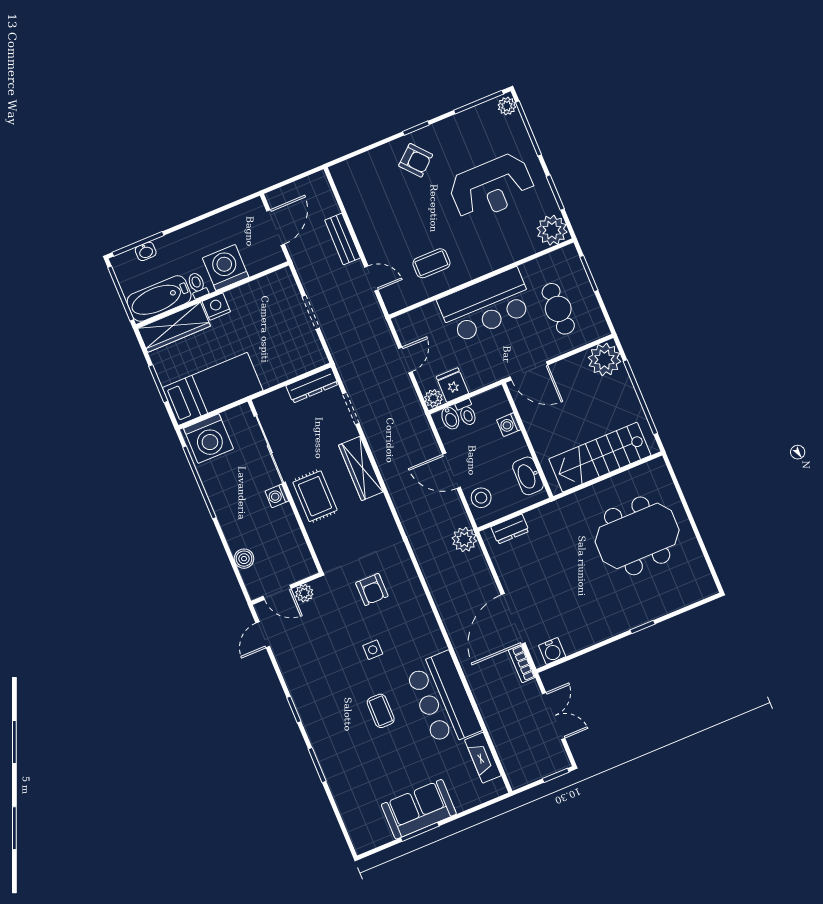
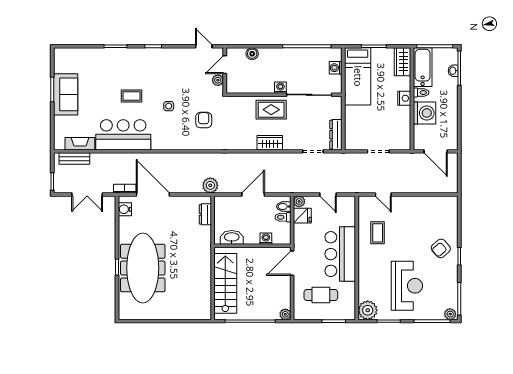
reception desk: (492, 187) -> (407, 286), turned 180
bench: (343, 239) -> (74, 159), moved
door: (371, 278) -> (383, 194), hinge flipped
wardrobe: (174, 327) -> (402, 62), width x0.67
plant: (604, 360) -> (285, 314), width x0.53, depth x0.53
washing machine: (208, 439) -> (336, 68), width x0.53, depth x0.53
wardrobe: (361, 469) -> (270, 143), width x0.67
stool: (481, 498) -> (230, 205), removed
meeting table: (637, 536) -> (143, 268), moved, width x1.36
armchair: (372, 589) -> (204, 120), turned 90

